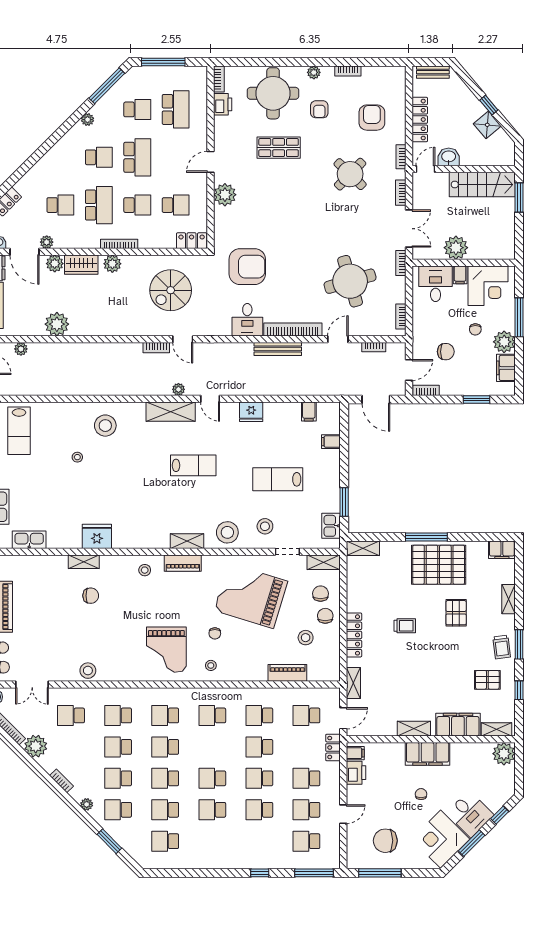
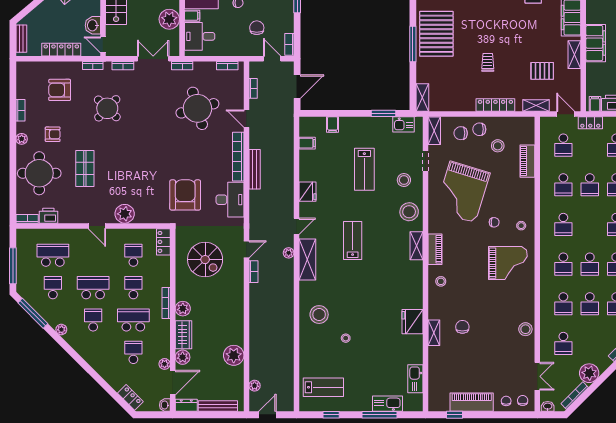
desk: (247, 320) -> (230, 200), width x1.37
pallet: (456, 613) -> (542, 71), moved

